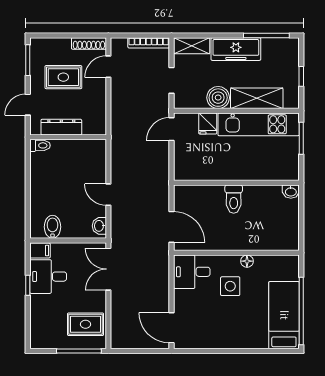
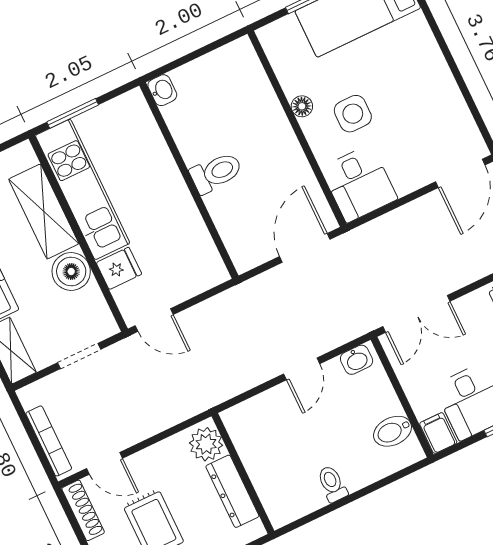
bookcase: (149, 43) -> (49, 441), moved
plant: (93, 125) -> (206, 444), added
toilet: (40, 145) -> (332, 484), moved

